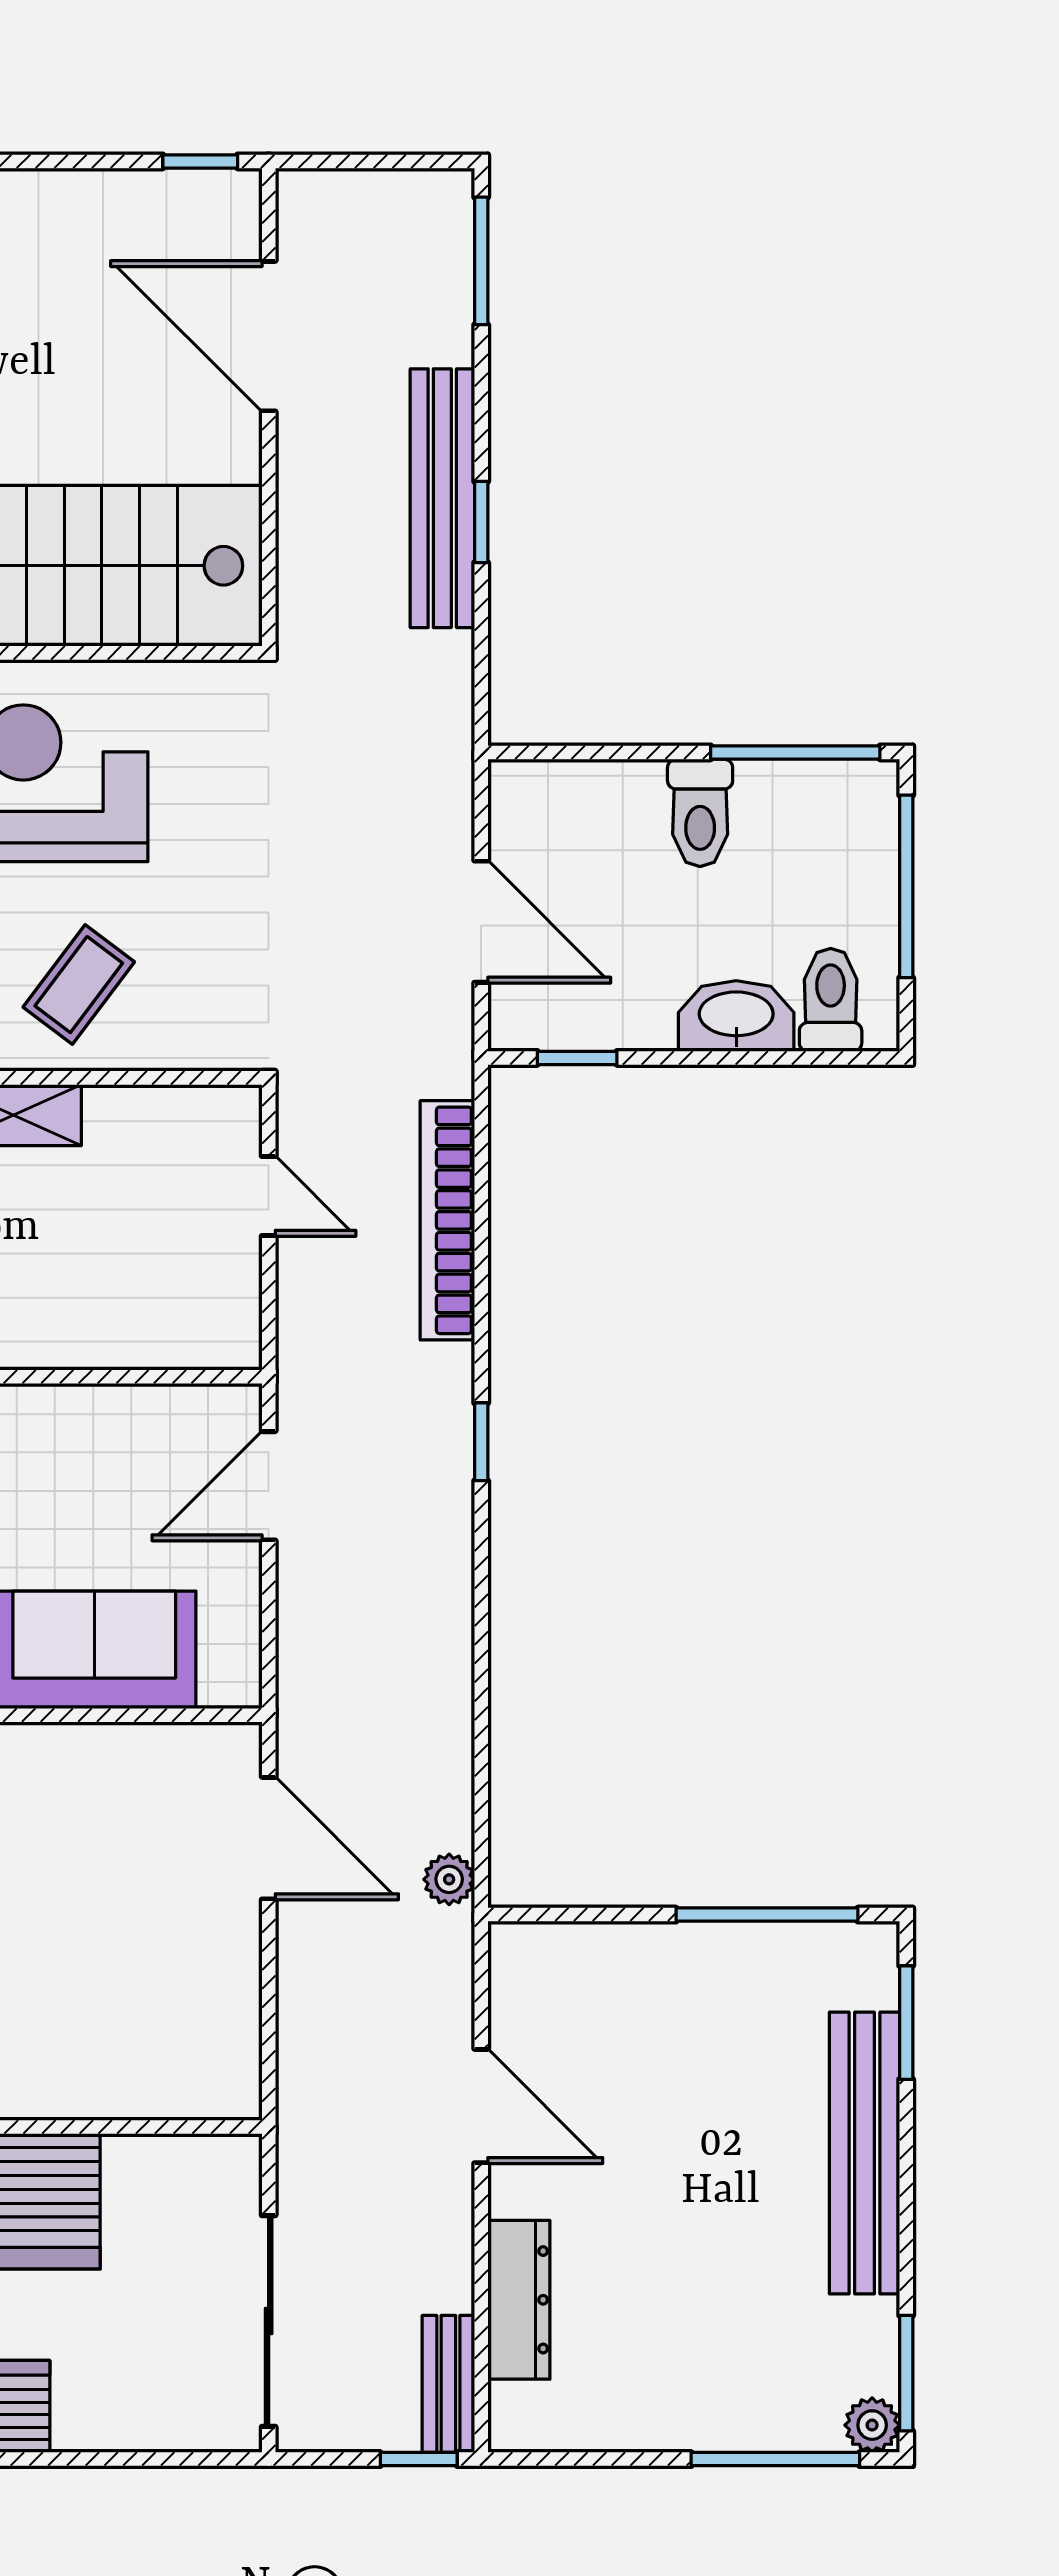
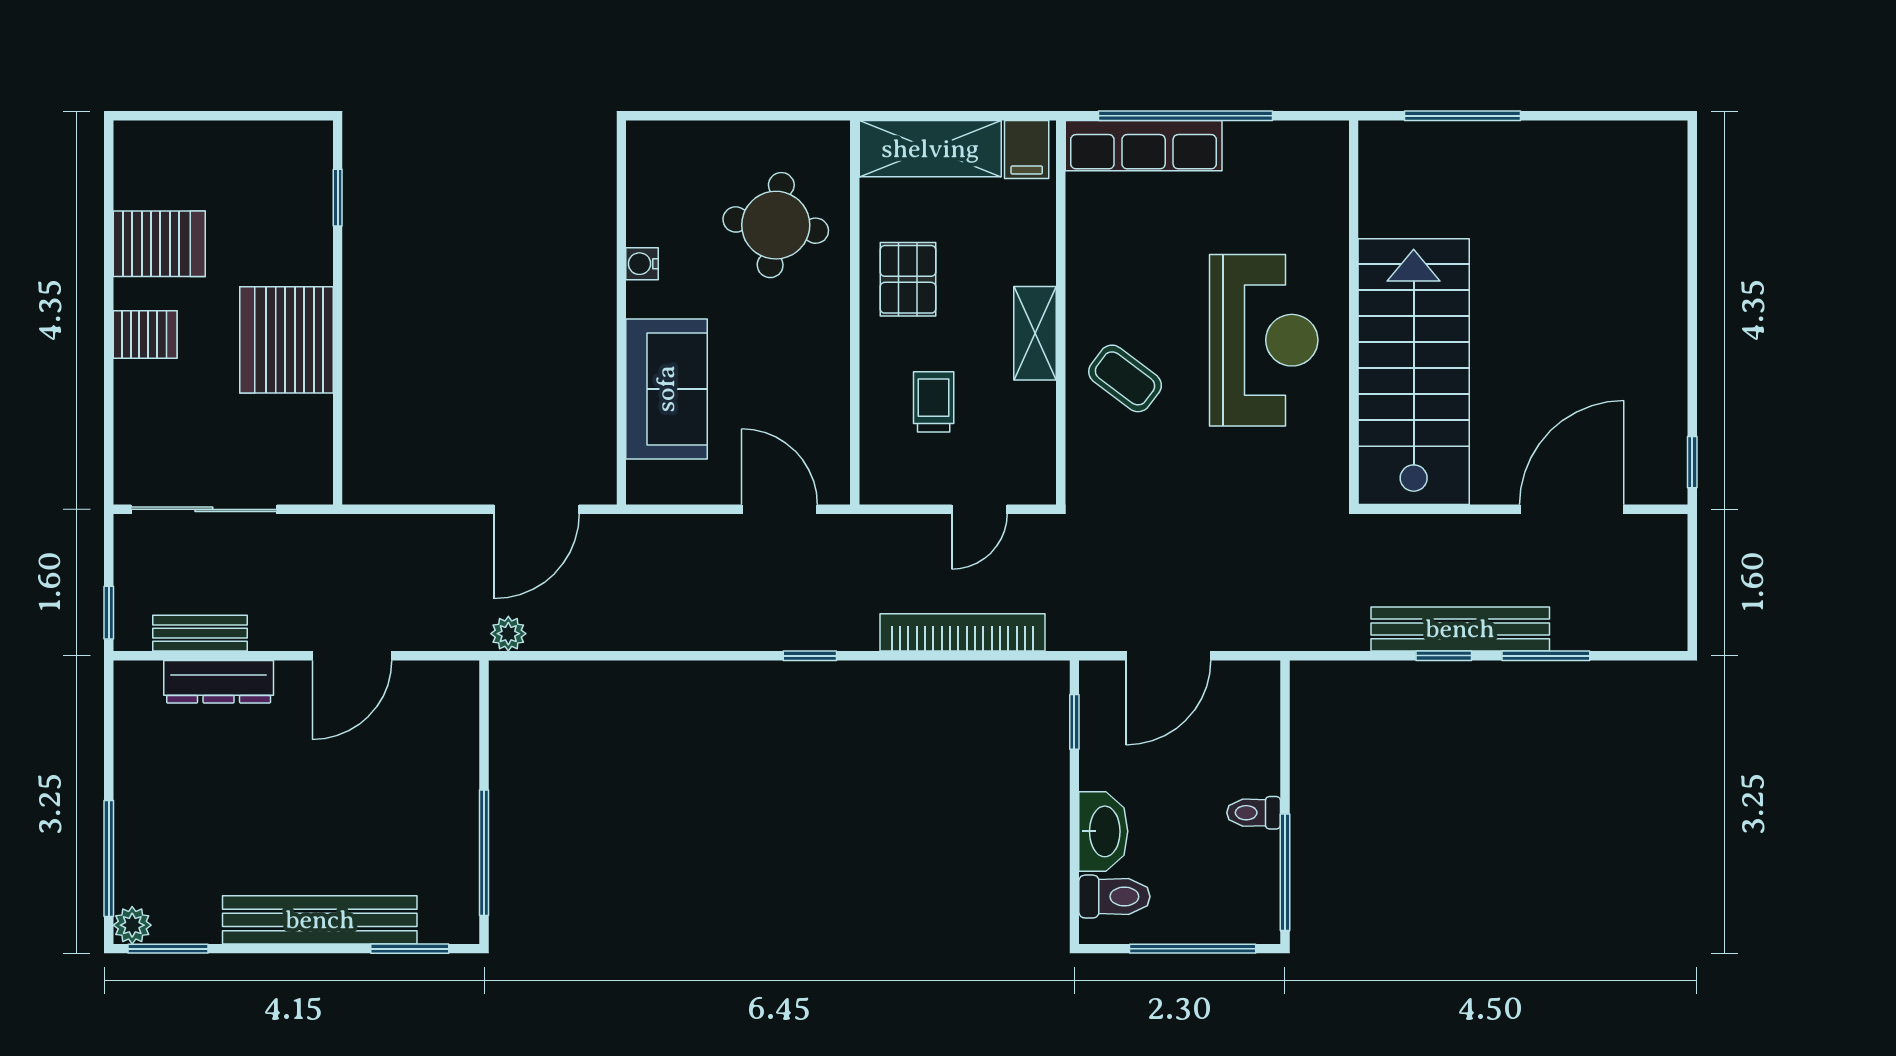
window: (481, 261) -> (1546, 656), moved
toilet: (700, 813) -> (1254, 813), width x0.73, depth x0.72
trolley: (113, 1262) -> (934, 402), added
bench: (448, 2384) -> (200, 633), moved

